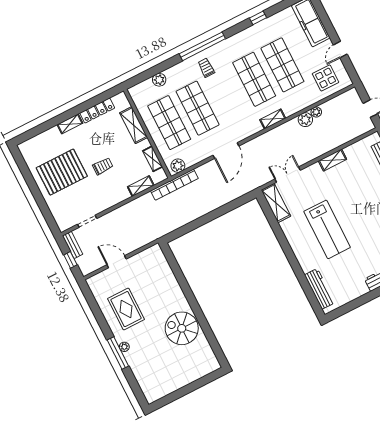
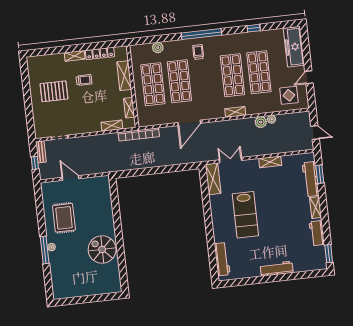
trolley: (103, 166) -> (84, 80), moved
plant: (178, 166) -> (147, 121), removed
pallet: (62, 172) -> (54, 91), width x0.73, depth x0.71

